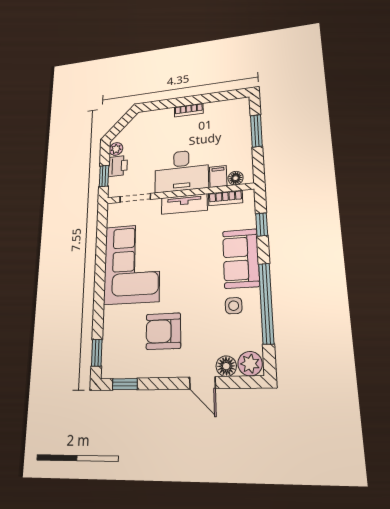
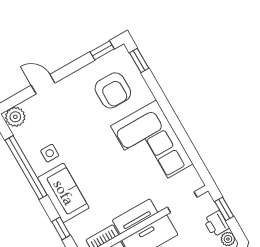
armchair: (163, 331) -> (113, 90), moved, turned 90
floor lamp: (226, 366) -> (32, 106), removed

